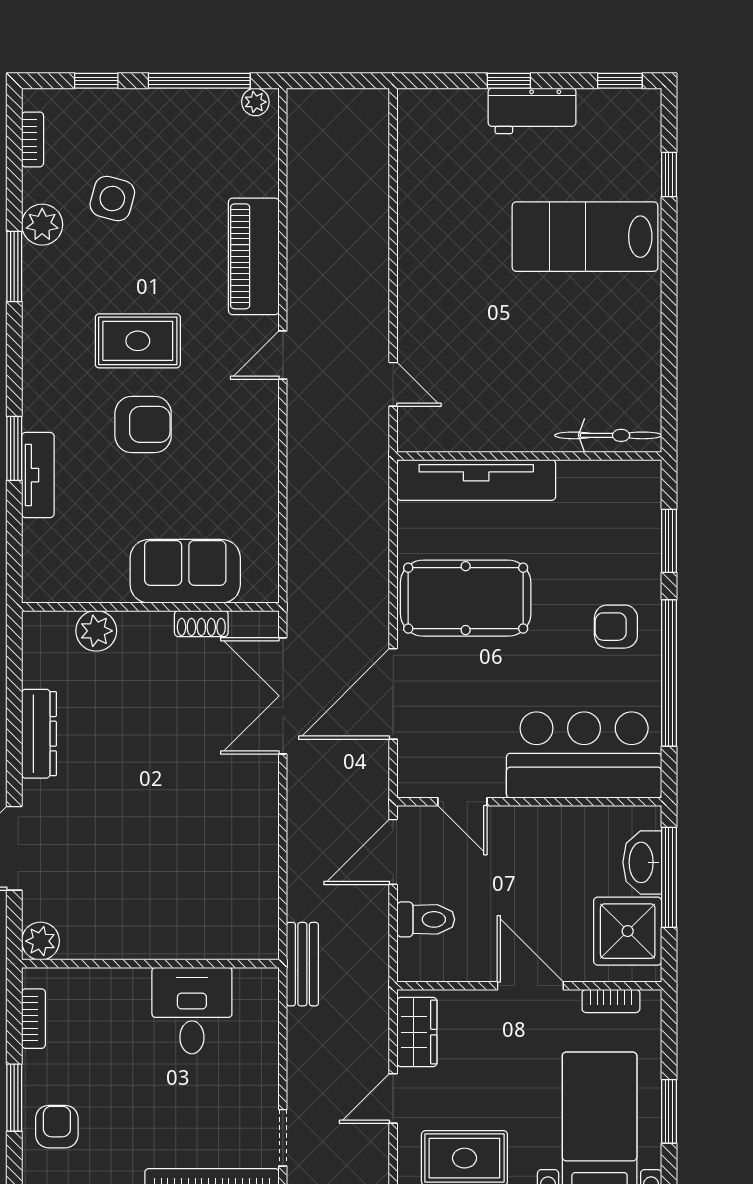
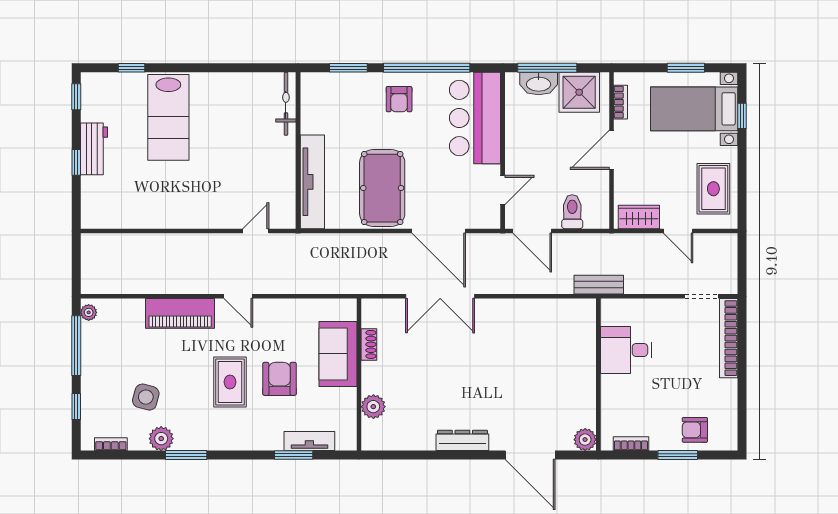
sofa: (185, 571) -> (338, 354), moved
wall: (150, 607) -> (359, 375), moved
shoe rack: (201, 624) -> (369, 344), moved
plant: (96, 631) -> (373, 407), moved

